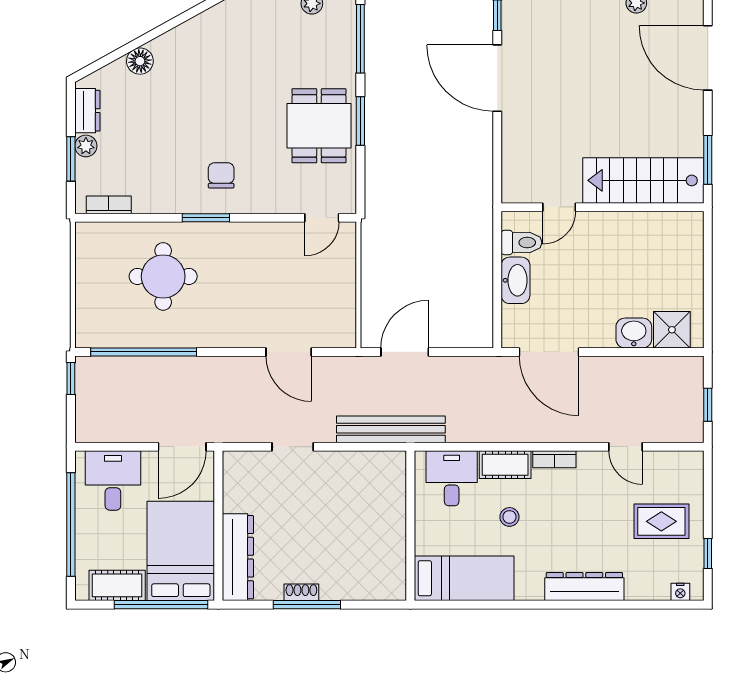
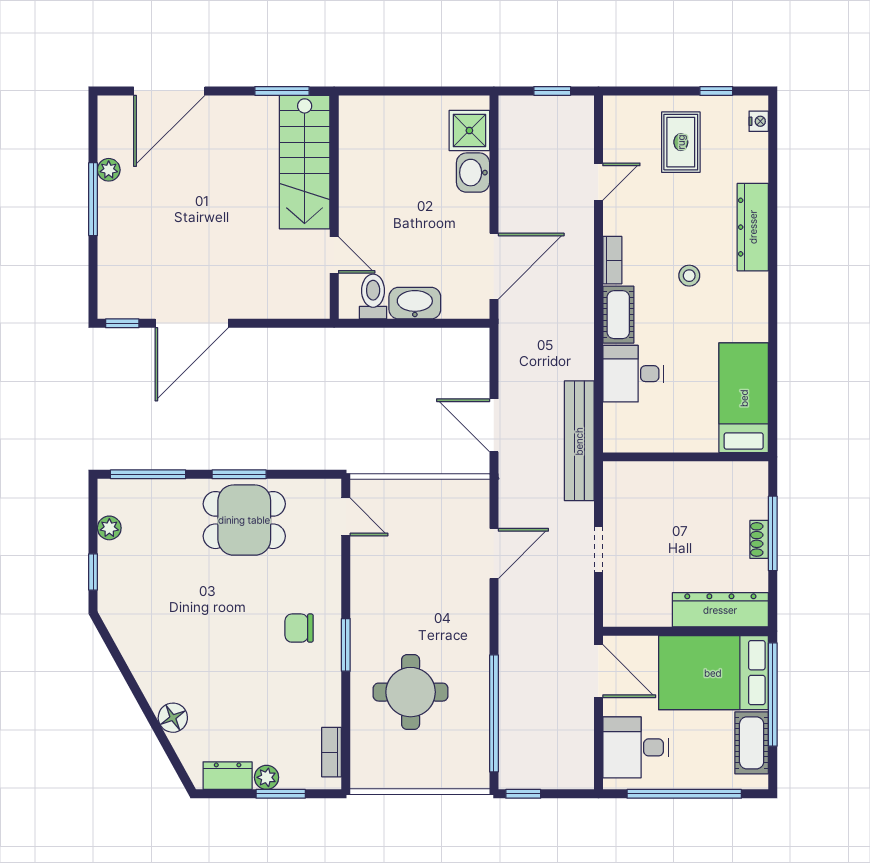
stool: (509, 517) -> (689, 276), moved
wall: (410, 526) -> (686, 457), moved
bed: (464, 578) -> (744, 398), moved

